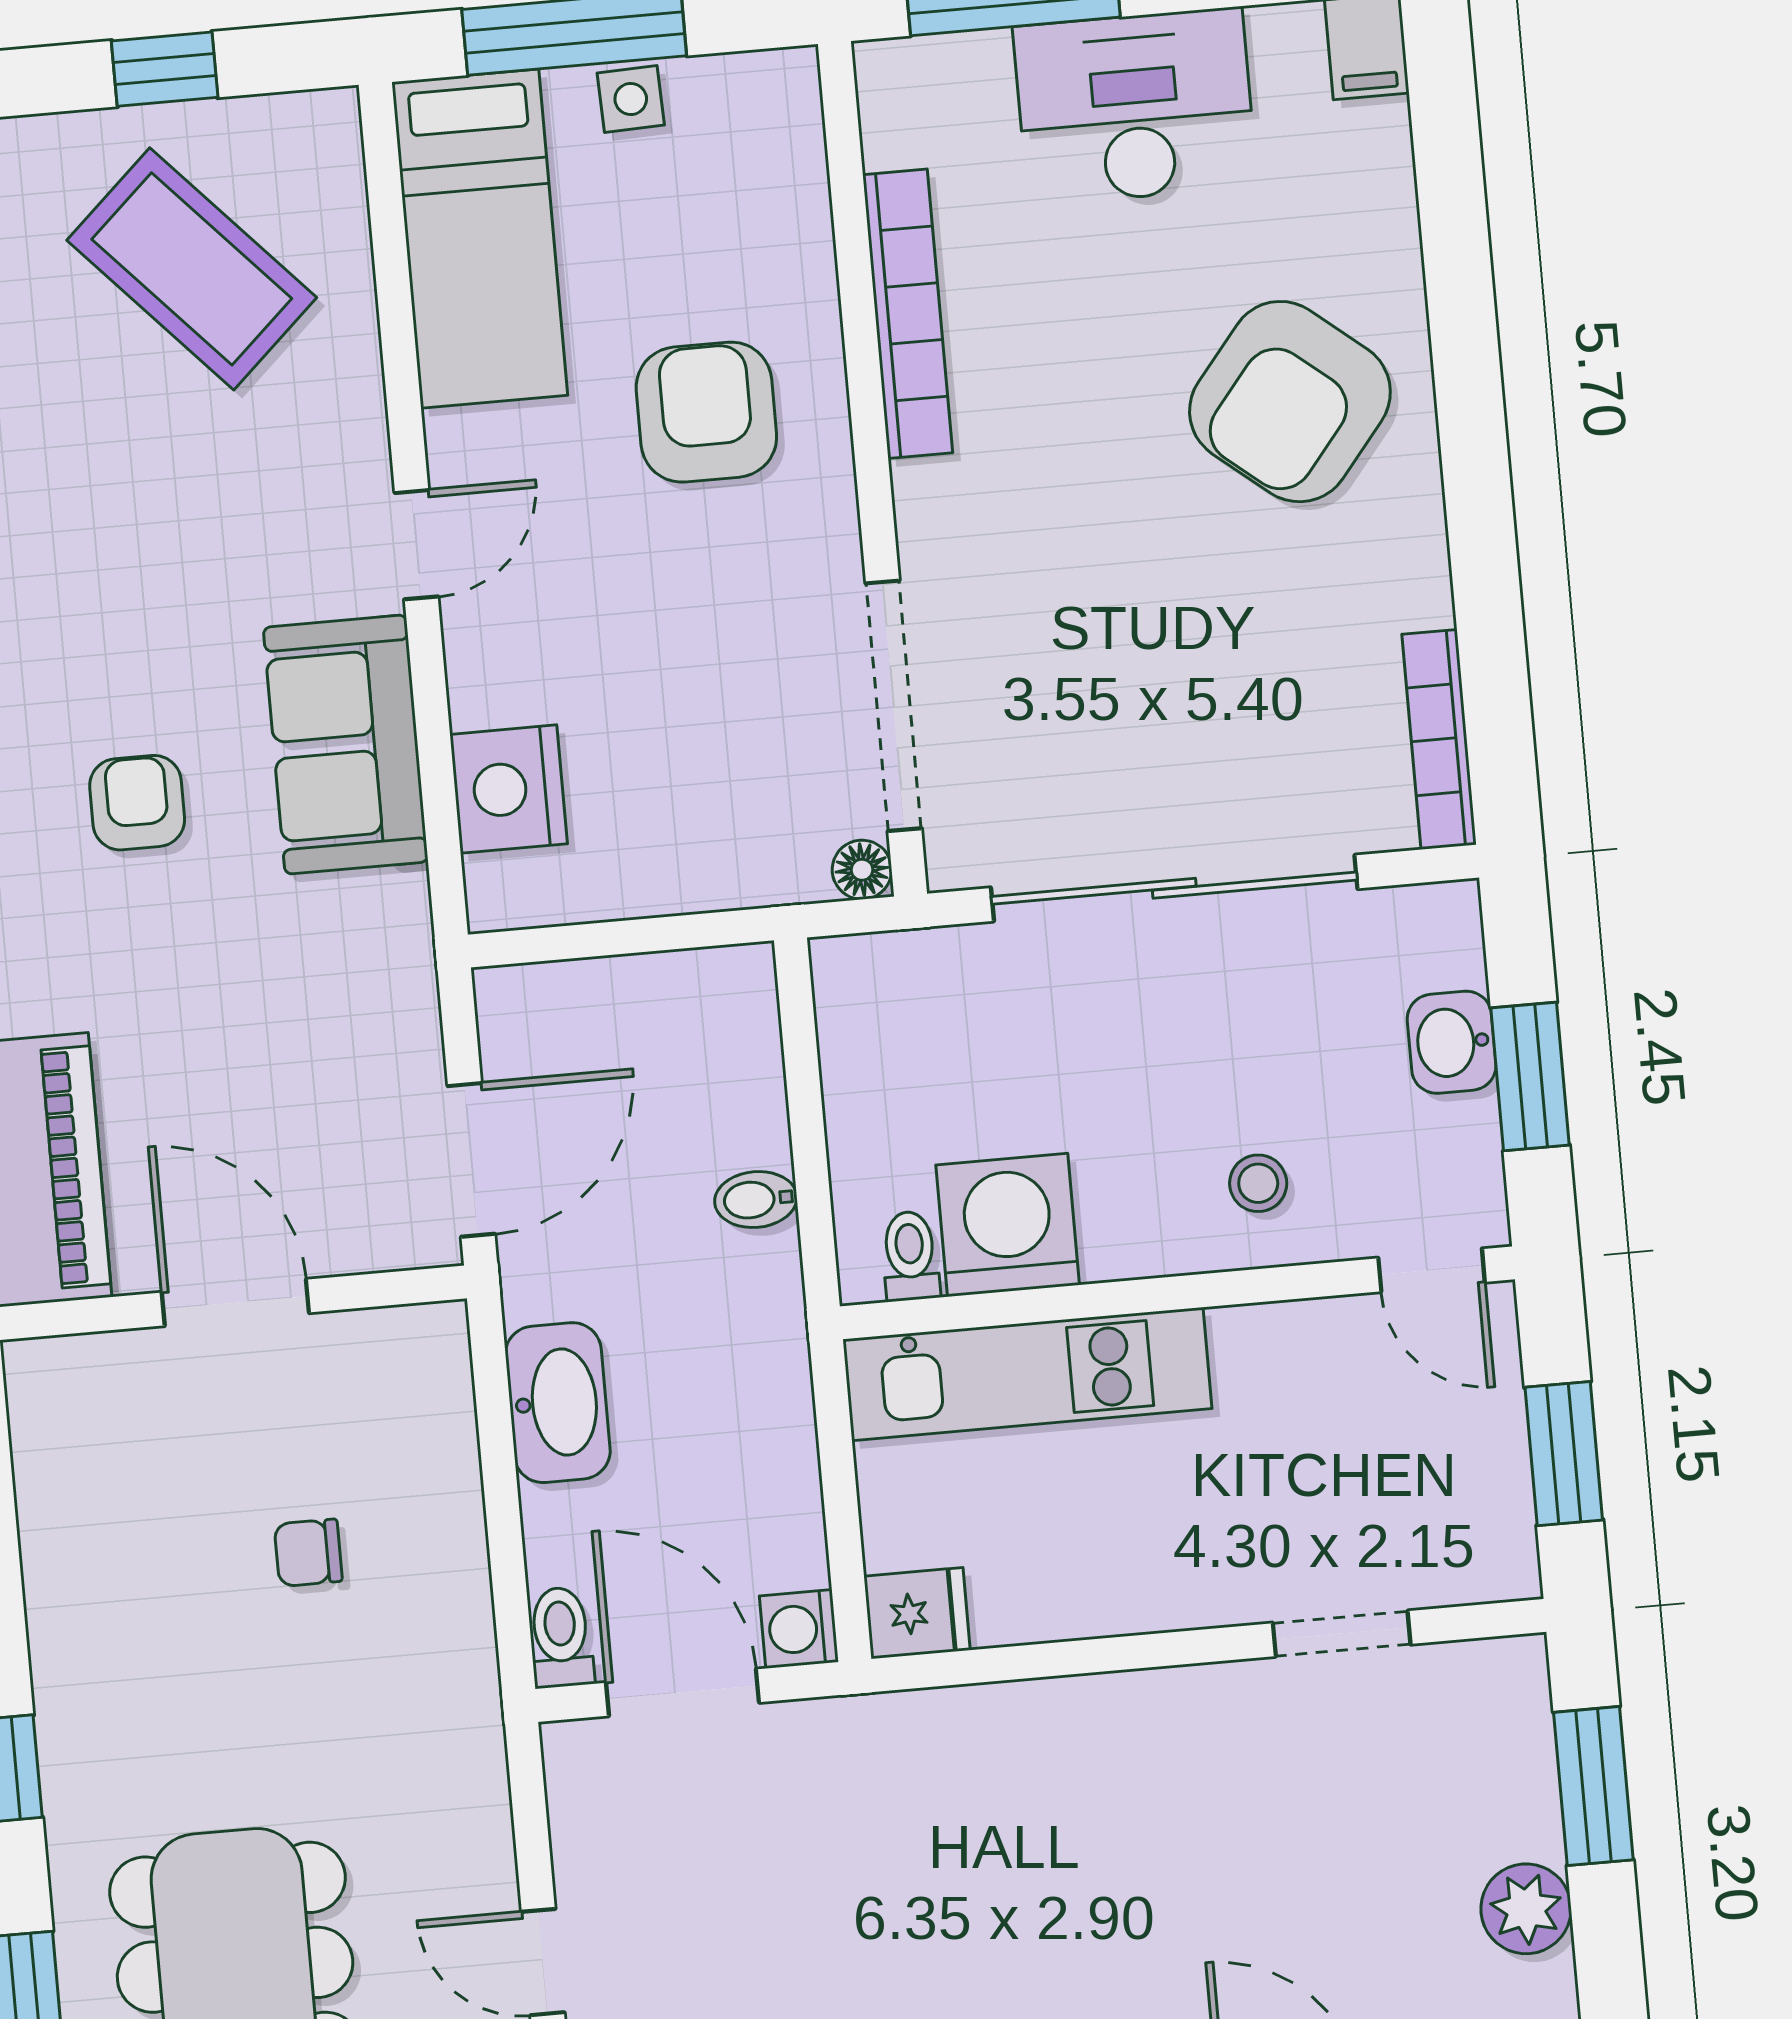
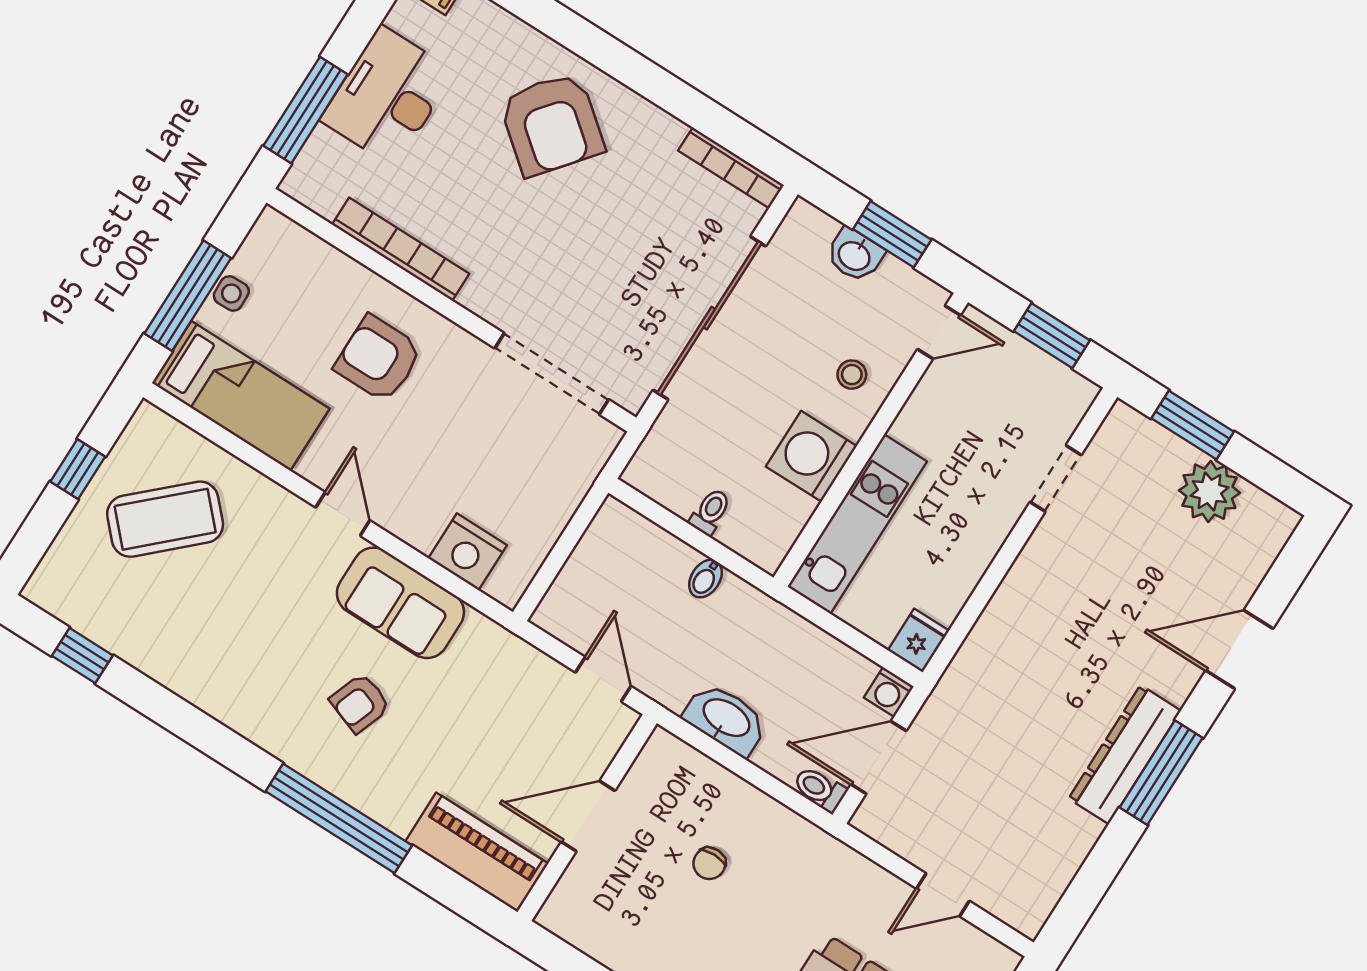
armchair: (137, 803) -> (360, 703), turned -70
floor lamp: (862, 870) -> (607, 436), removed
door: (471, 1160) -> (603, 679), width x0.73
washing machine: (1008, 1225) -> (811, 456), moved
toilet: (910, 1256) -> (710, 512), moved, turned 90
plant: (1526, 1909) -> (1210, 492), width x1.36, depth x1.36

